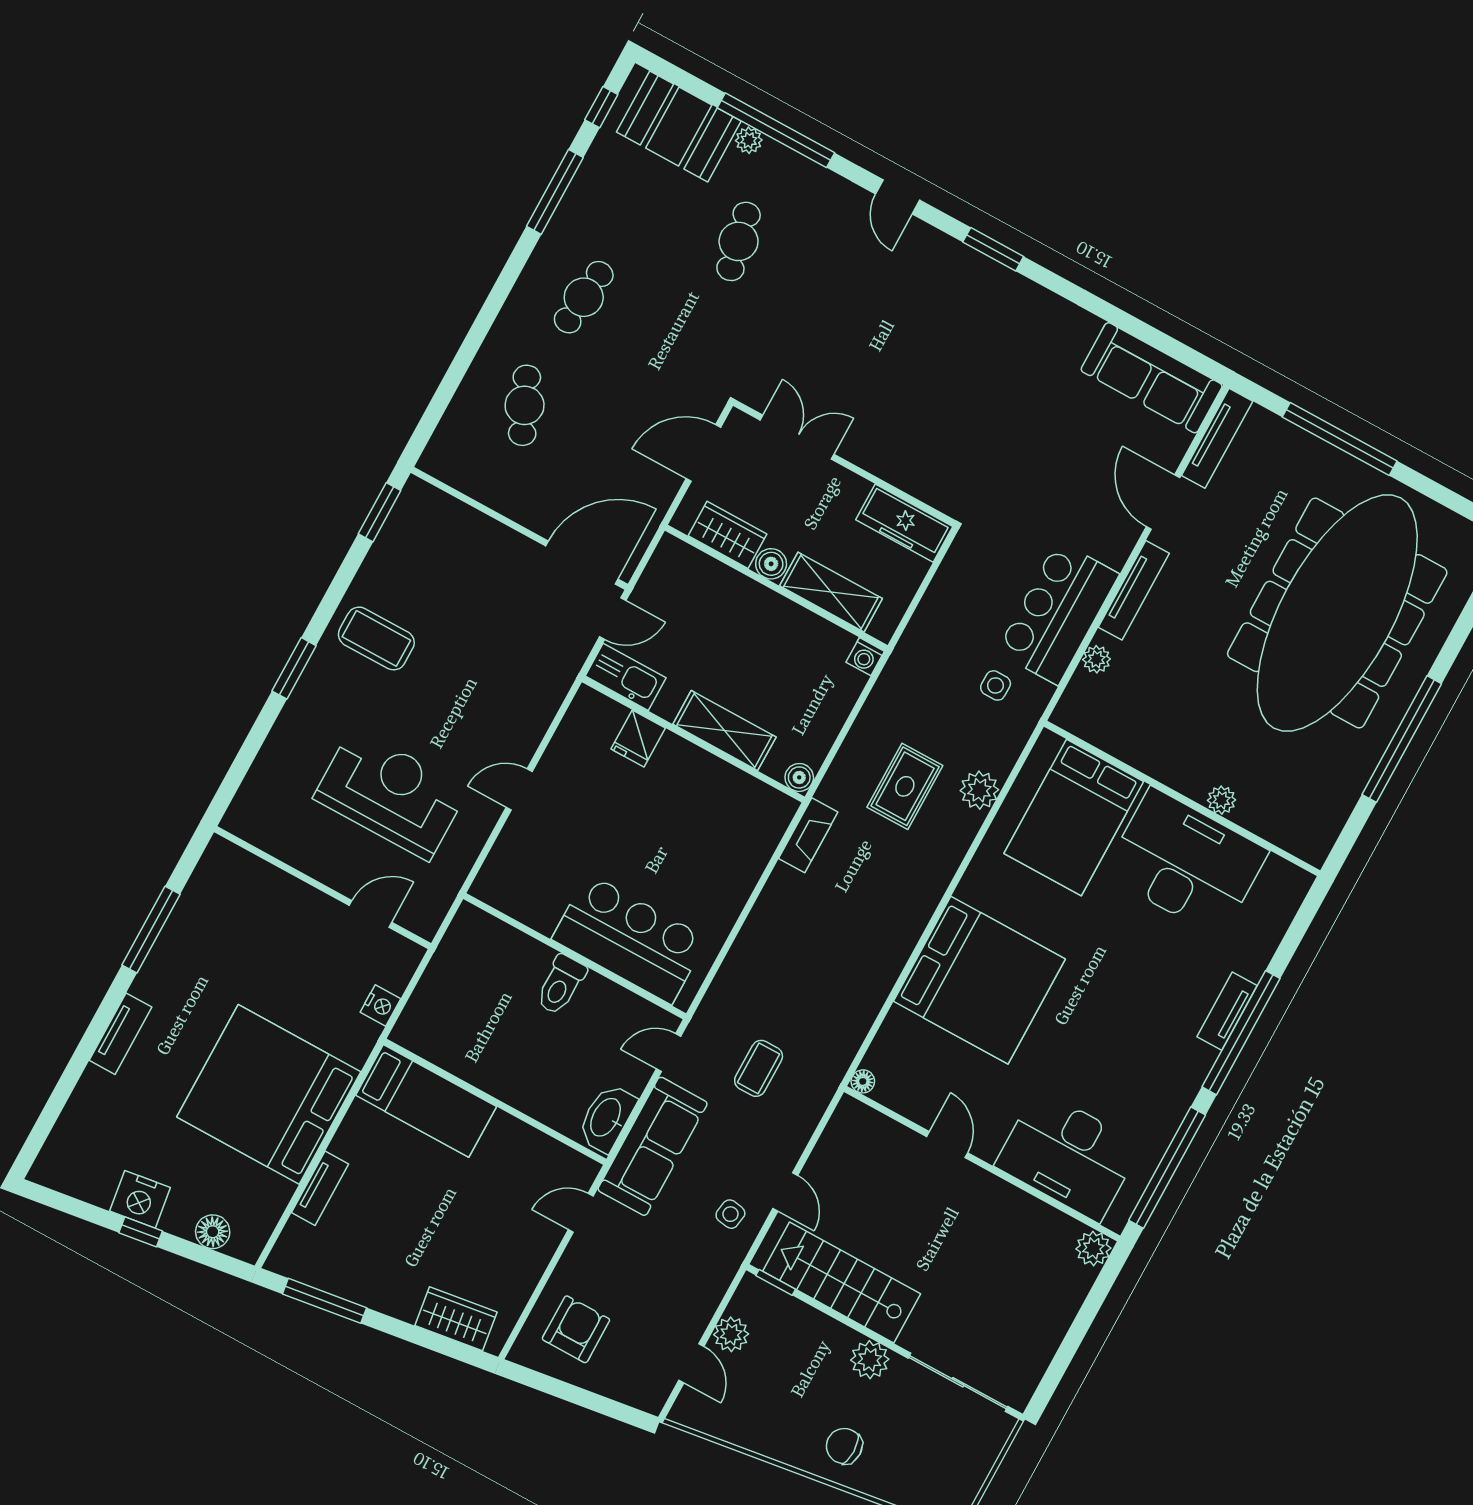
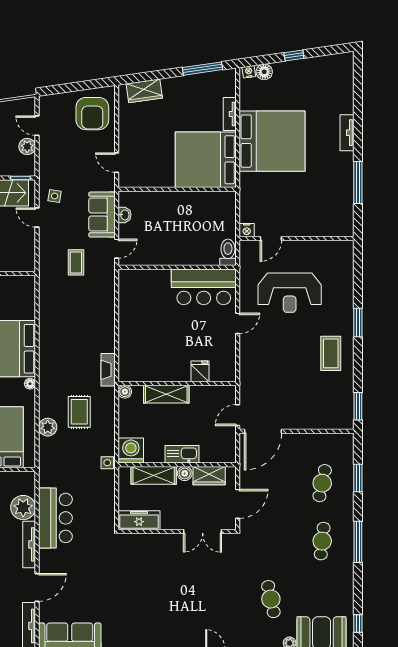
window: (555, 192) -> (358, 542), moved
window: (453, 378) -> (358, 478), added
cafe table: (525, 405) -> (322, 483), turned 36
door: (1163, 502) -> (37, 587), hinge flipped
coffee table: (376, 638) -> (331, 353), turned 90
washing machine: (865, 657) -> (131, 450), width x1.89, depth x1.89
plant: (1097, 659) -> (23, 508), width x1.88, depth x1.88
kitchen sink: (626, 677) -> (182, 454), moved, turned 180
side table: (996, 685) -> (107, 463), moved
bar counter: (630, 939) -> (204, 287), moved
toilet: (561, 985) -> (228, 252), moved
nightstand: (380, 1005) -> (247, 230), moved, turned -90
floor lamp: (863, 1081) -> (30, 384), moved
bed: (426, 1101) -> (206, 160), width x2.04
washbasin: (607, 1118) -> (125, 215), width x0.52, depth x0.69
sofa: (653, 1146) -> (102, 215), width x0.73
nightstand: (140, 1199) -> (249, 72), moved, width x0.53, depth x0.56
door: (581, 1213) -> (117, 163), swing flipped
armchair: (576, 1329) -> (92, 114), width x1.36, depth x1.36

